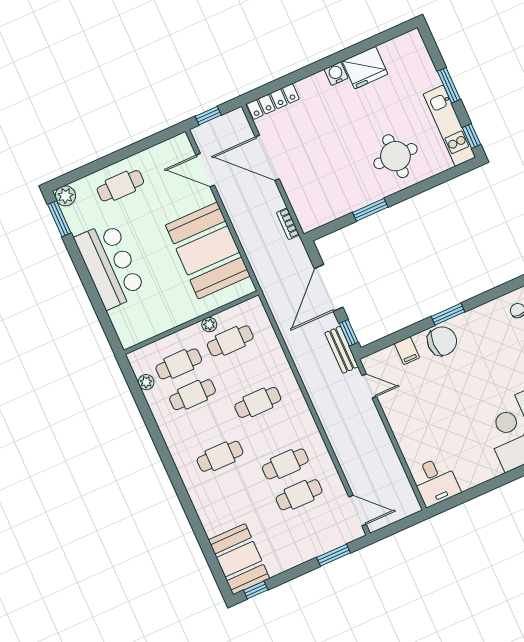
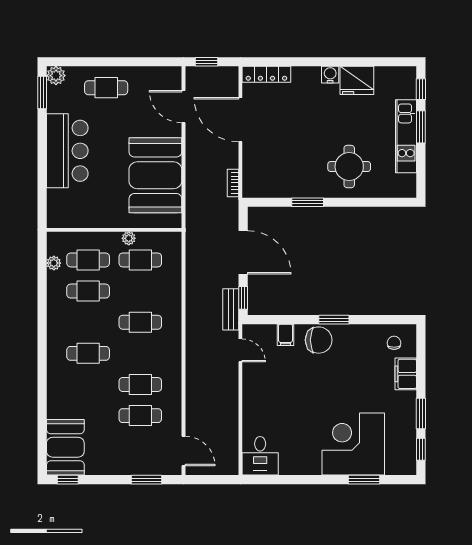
kitchen unit: (449, 126) -> (406, 136), moved
window: (471, 136) -> (421, 89), moved
door: (329, 288) -> (243, 252), swing flipped

